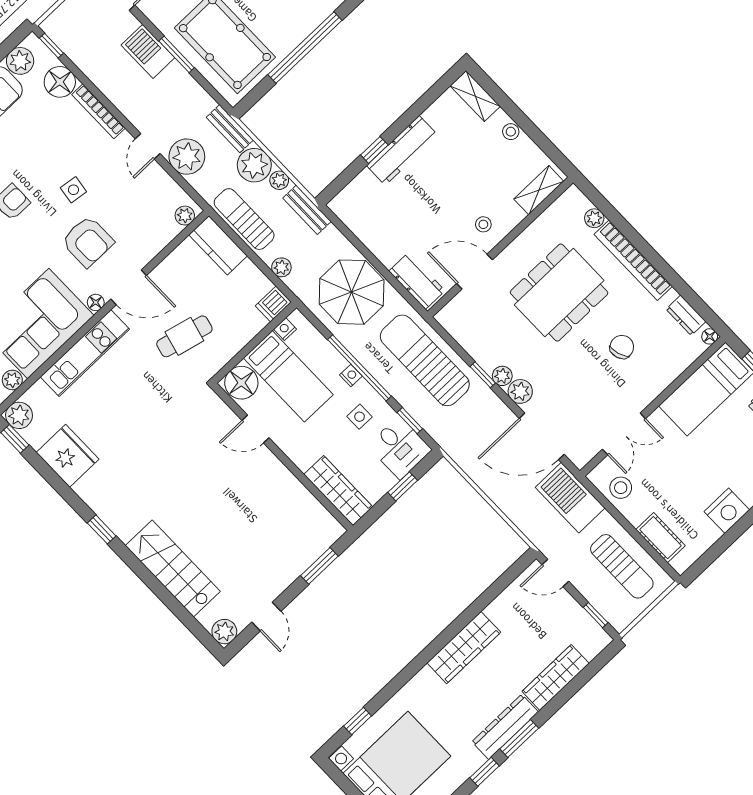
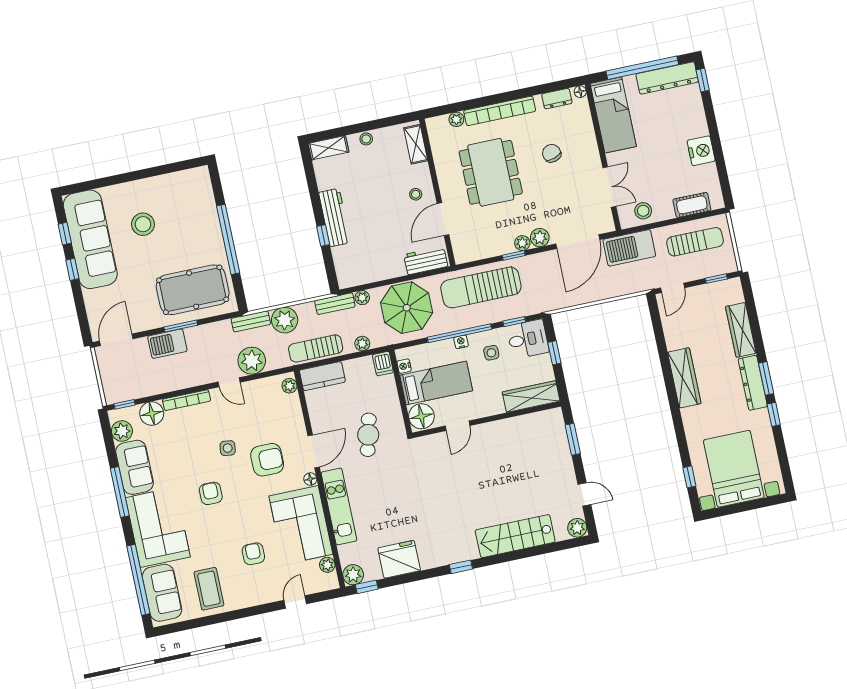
plant: (279, 180) -> (362, 298), moved

